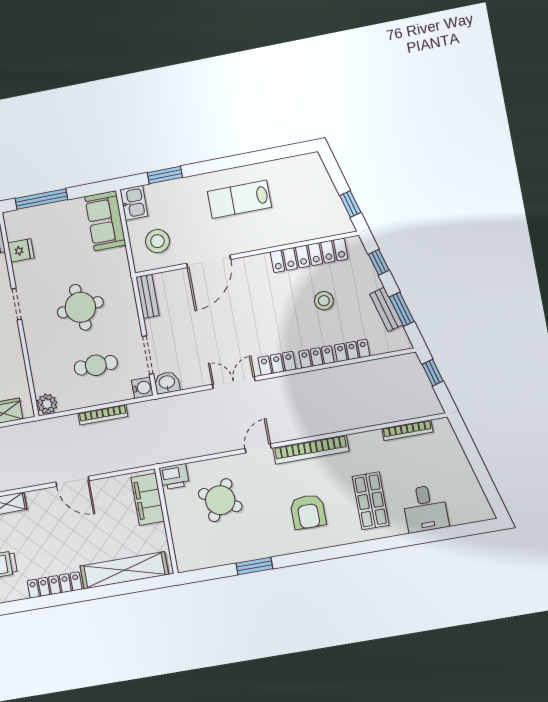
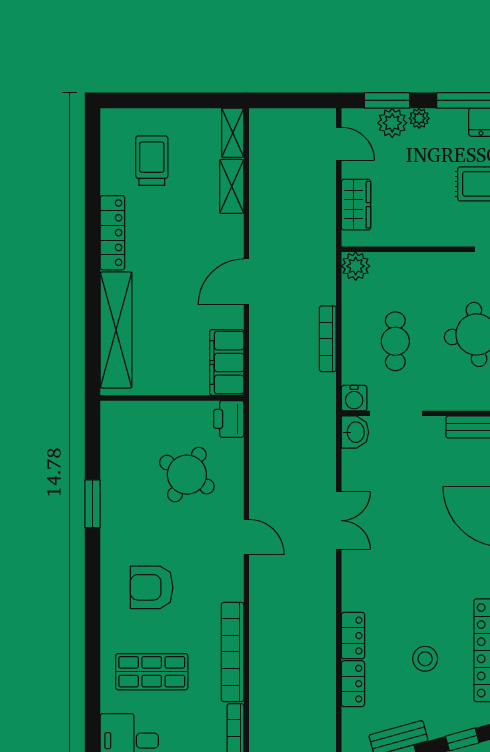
locker: (277, 363) -> (354, 582), removed
bookcase: (311, 450) -> (233, 652), moved
filing cabinet: (148, 499) -> (227, 363), moved, turned -90

